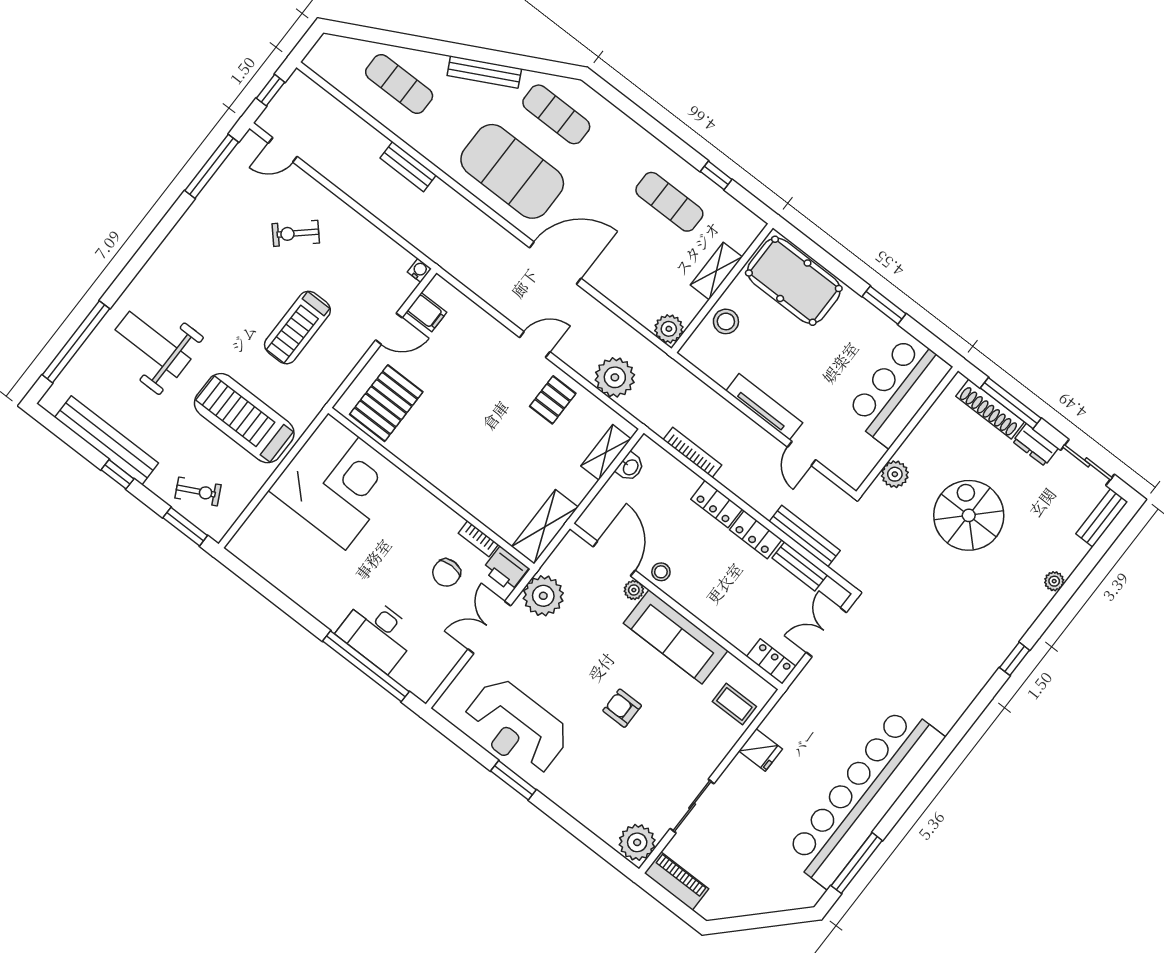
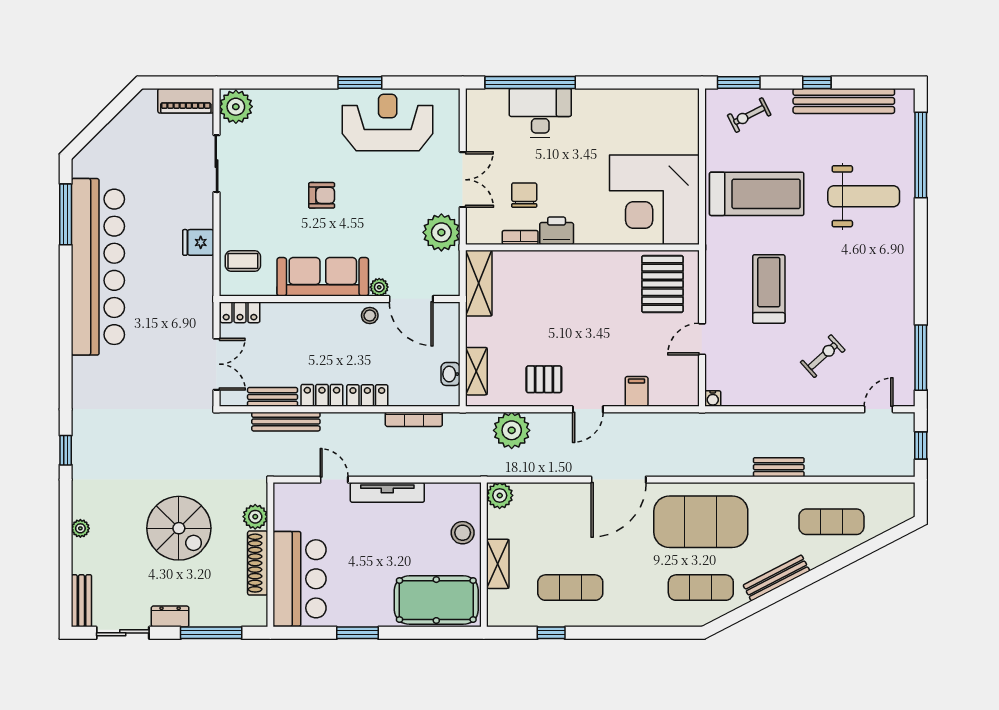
filing cabinet: (426, 312) -> (637, 391), moved, turned 90
pallet: (553, 400) -> (544, 379), turned 90
shoe rack: (990, 409) -> (258, 563), moved, turned -90
printer: (505, 569) -> (557, 231), moved

